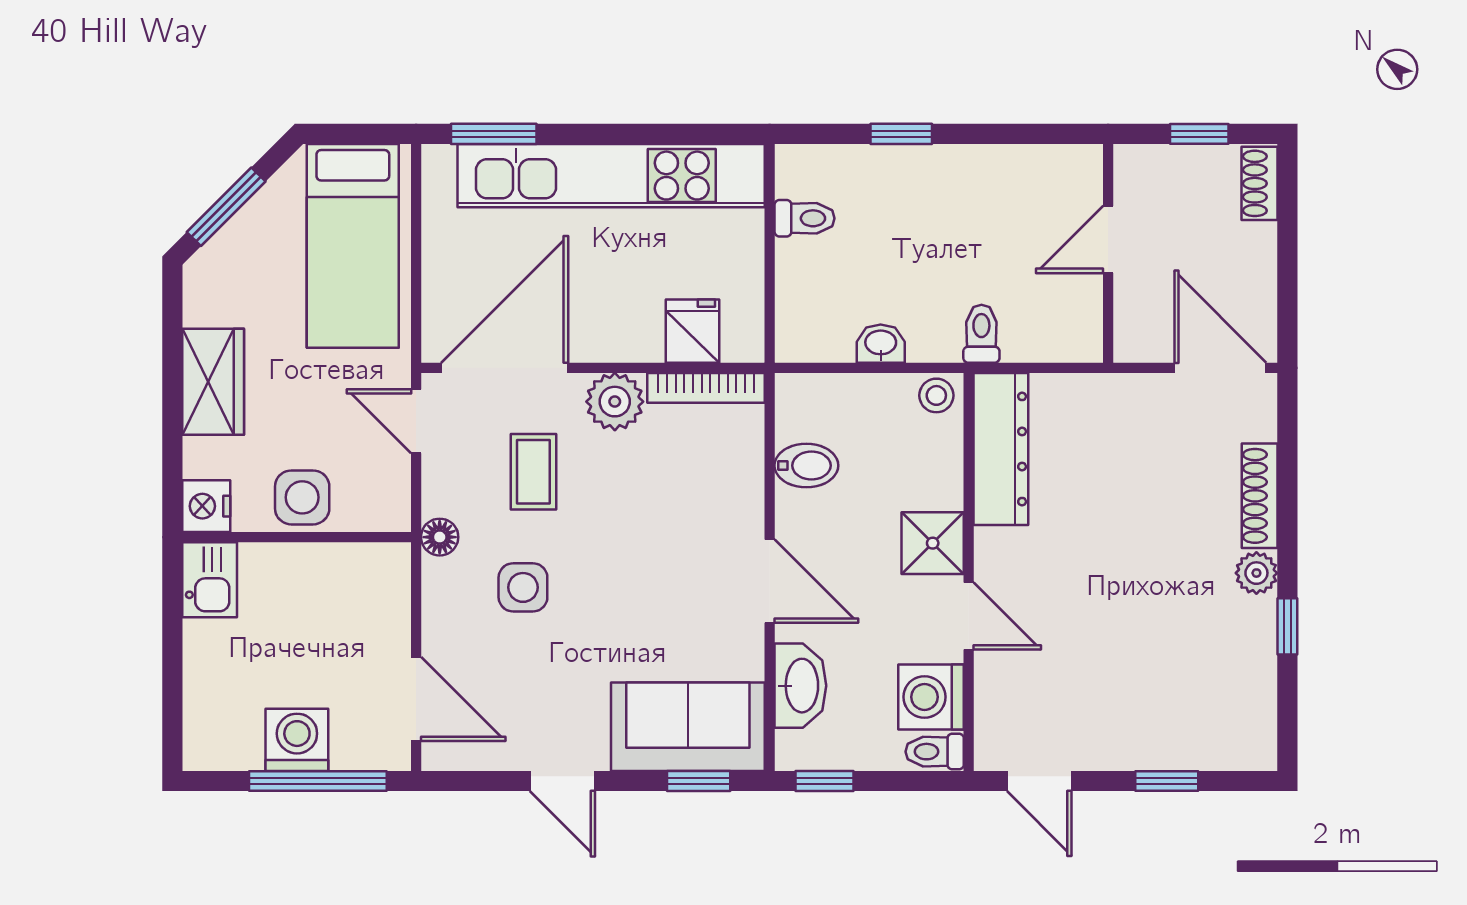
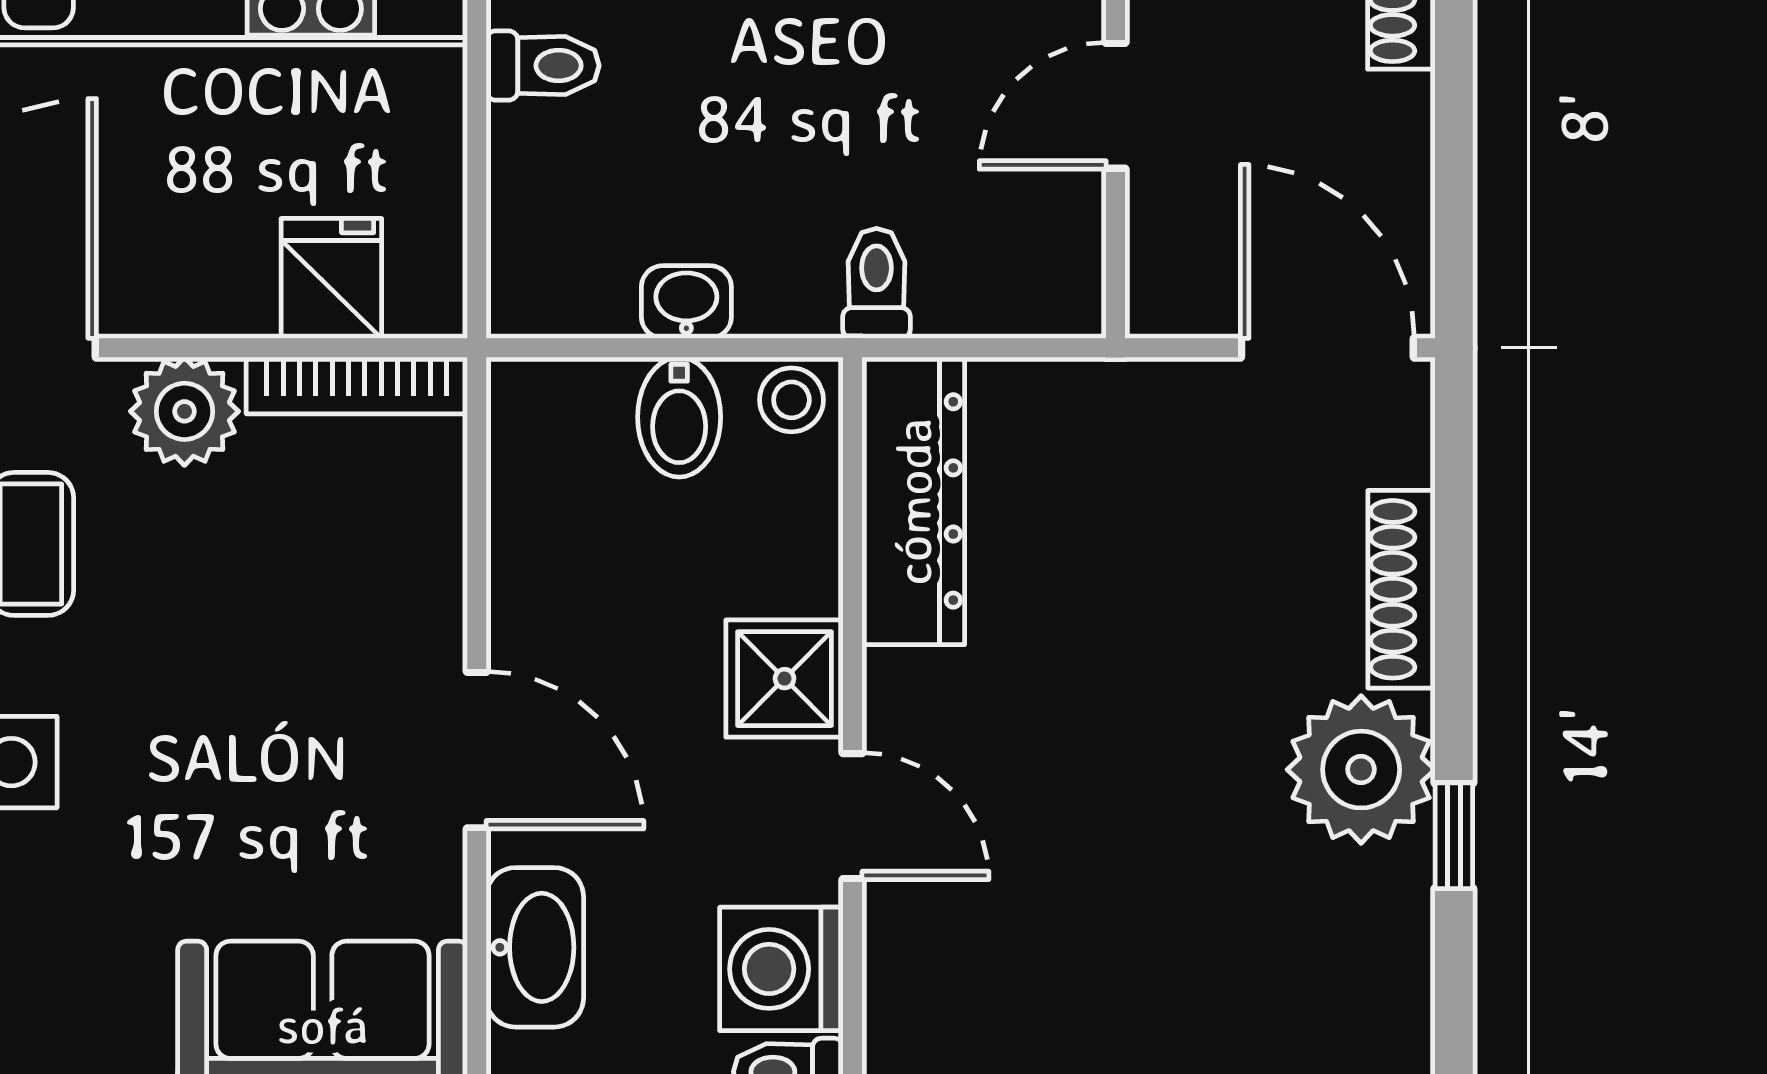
bidet: (806, 466) -> (679, 417), moved, turned 90
plant: (1256, 573) -> (1361, 770), width x1.87, depth x1.87

